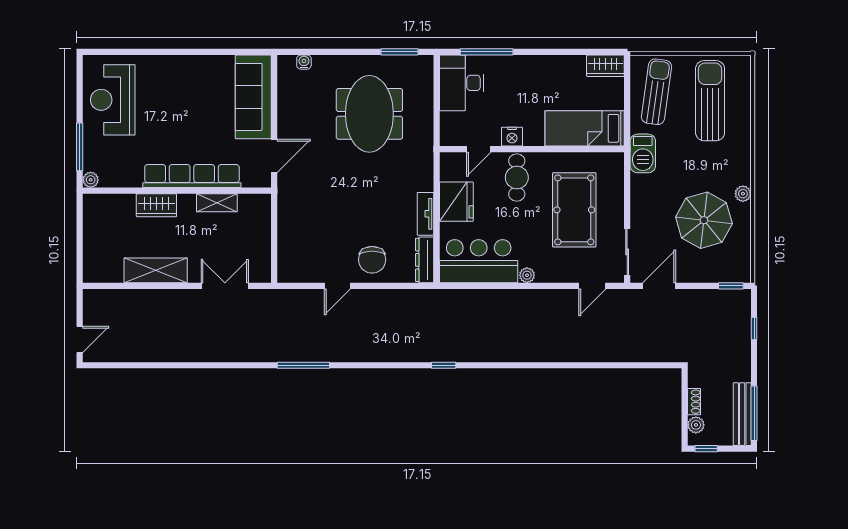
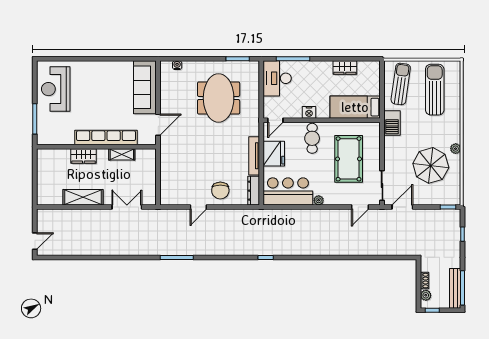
wardrobe: (605, 66) -> (345, 67), moved
door: (479, 149) -> (275, 120), moved
plant: (91, 180) -> (42, 140), removed
tv unit: (426, 214) -> (254, 156), width x1.41

